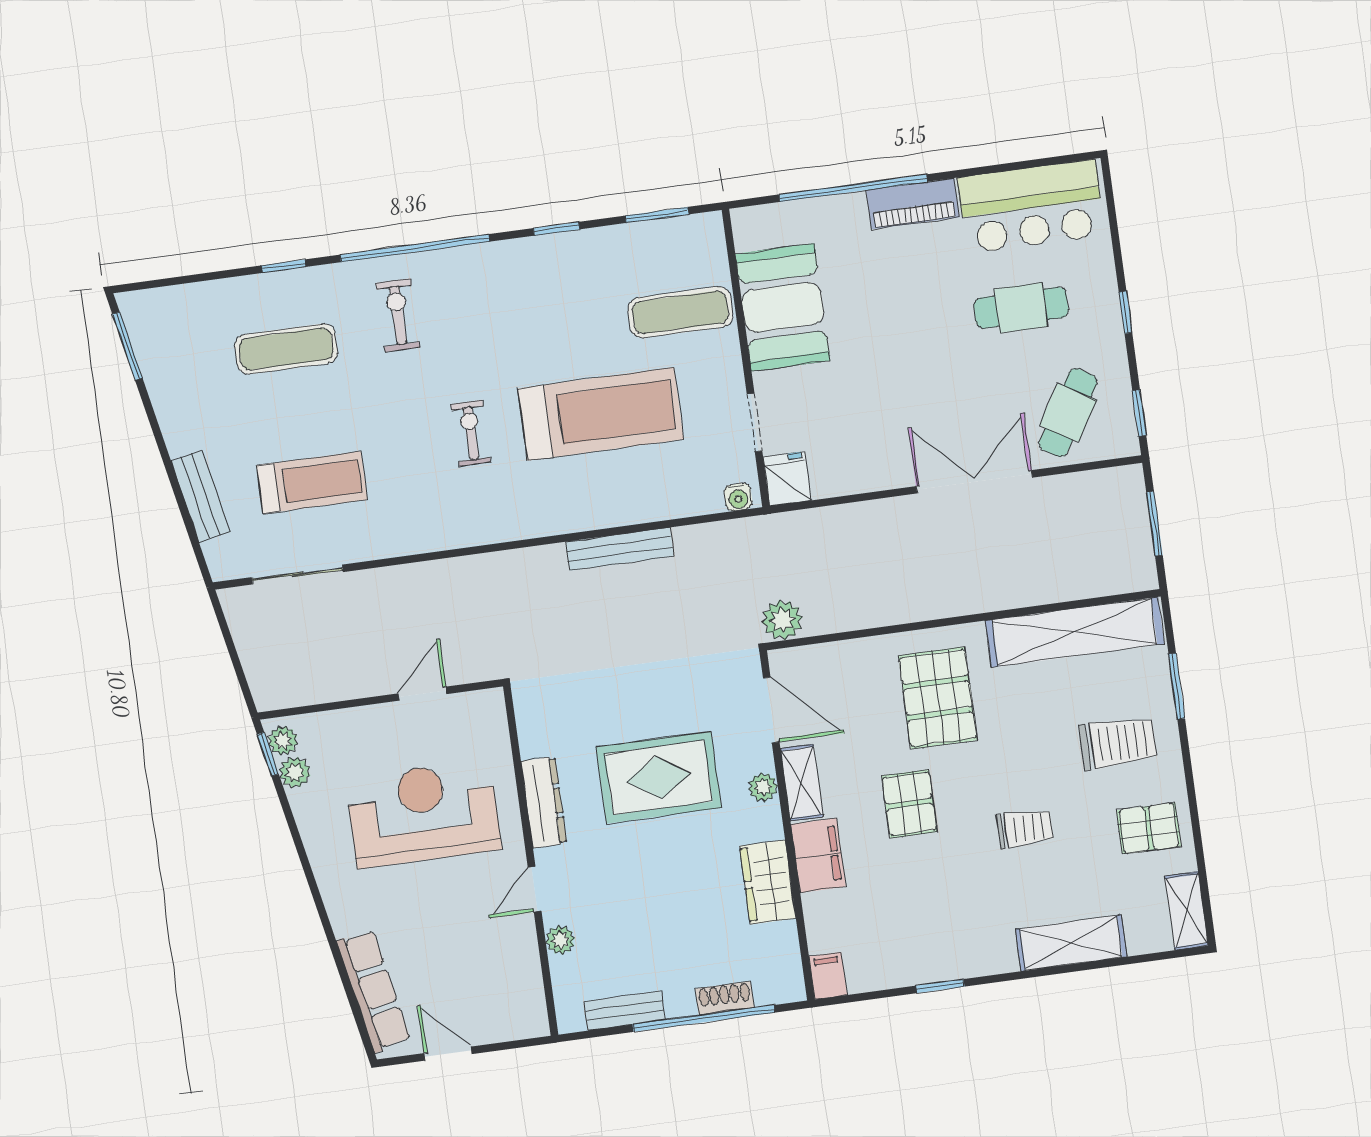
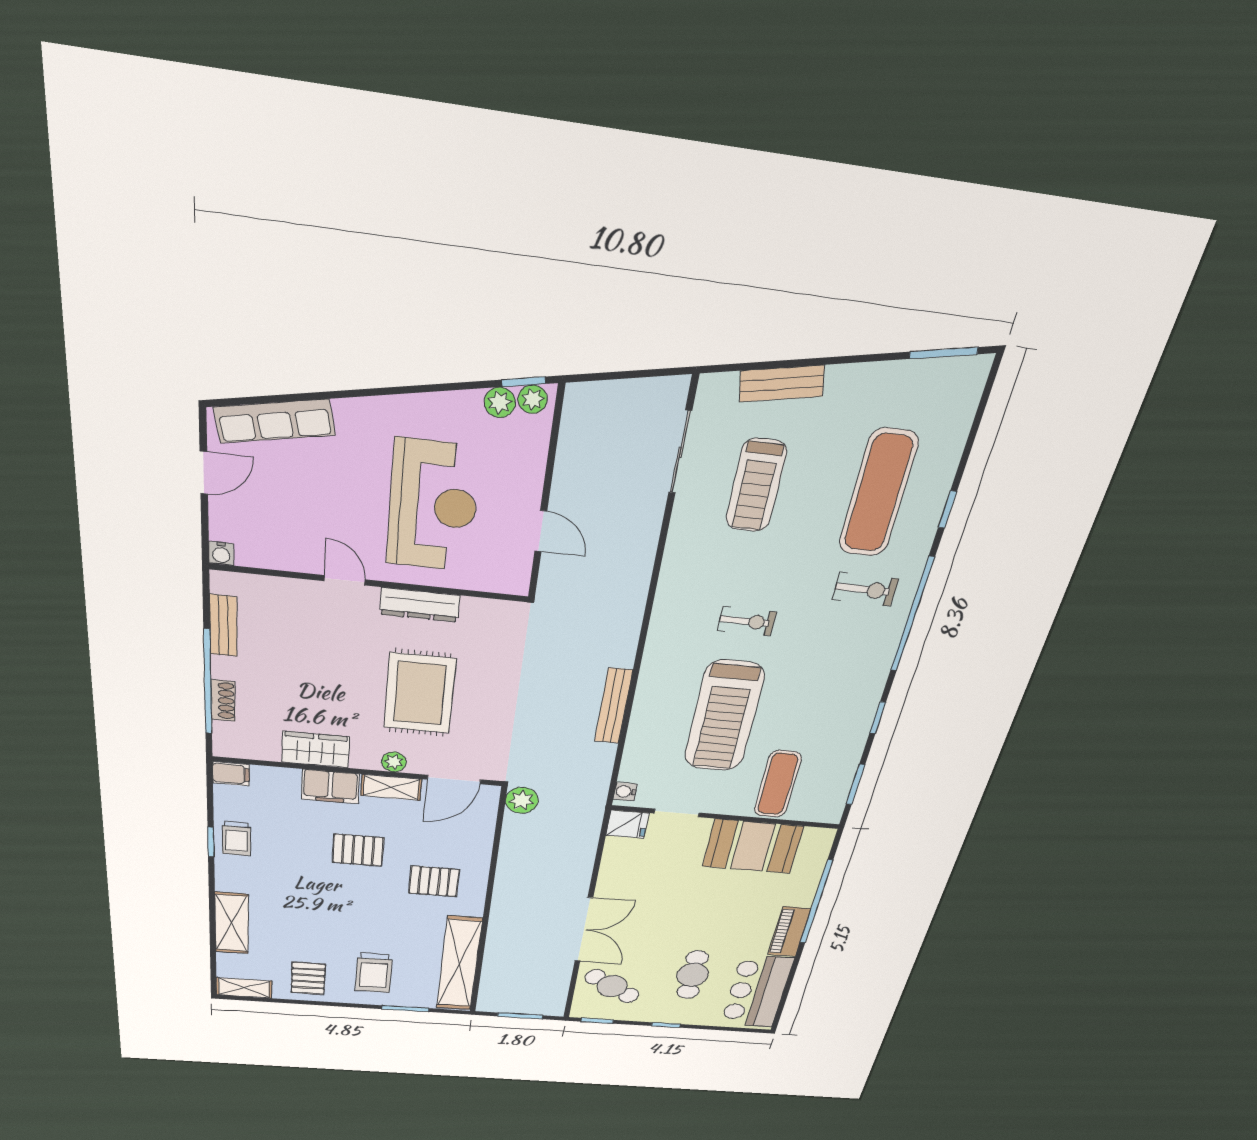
exercise mat: (286, 349) -> (878, 493), width x1.36, depth x1.45
pallet: (938, 698) -> (434, 881), width x0.67, depth x0.71
trolley: (1025, 828) -> (237, 838), moved
plant: (560, 940) -> (295, 590), removed
water cooler: (536, 1024) -> (221, 553), added

